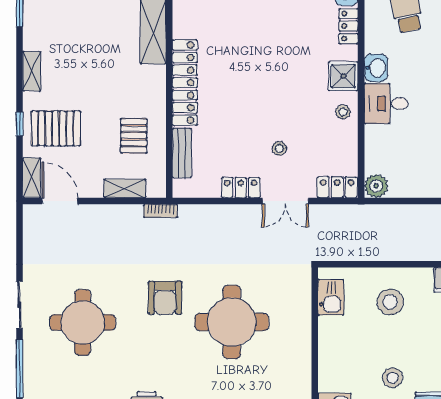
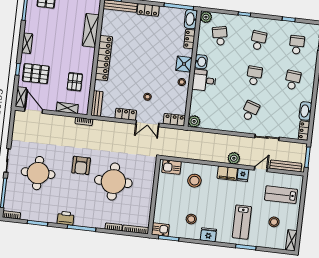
bench: (182, 153) -> (97, 103), moved
kitchen sink: (331, 297) -> (171, 167), moved, turned 90

